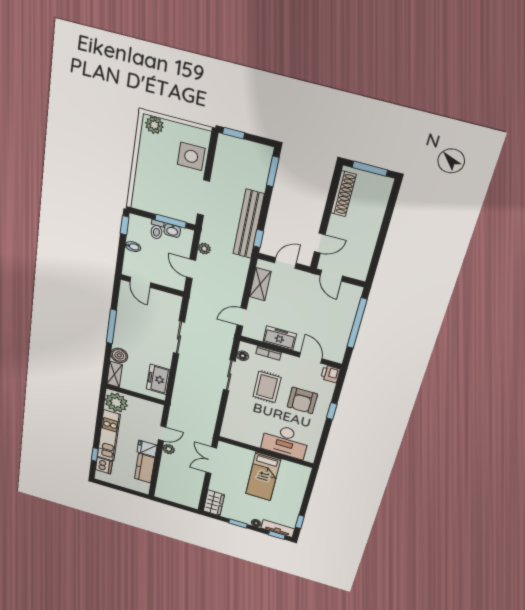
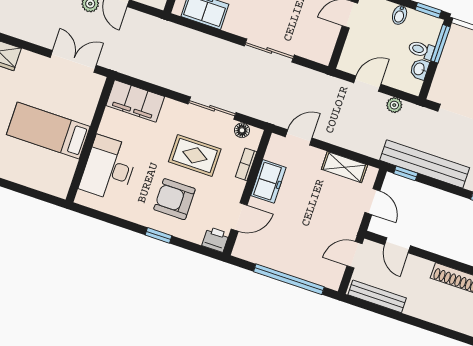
window: (171, 221) -> (440, 44), moved
bench: (365, 258) -> (377, 296), added
door: (242, 317) -> (299, 137), hinge flipped
filing cabinet: (233, 424) -> (135, 101), added

